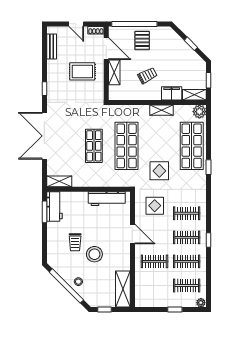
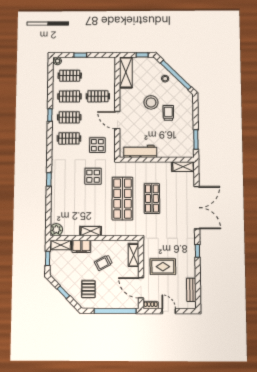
pallet: (142, 40) -> (88, 289), moved
shelving: (114, 72) -> (134, 255), moved
shop shelf: (192, 146) -> (64, 199), removed
workbench: (54, 207) -> (187, 144), removed

